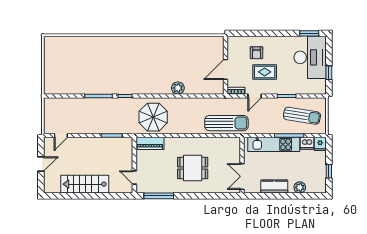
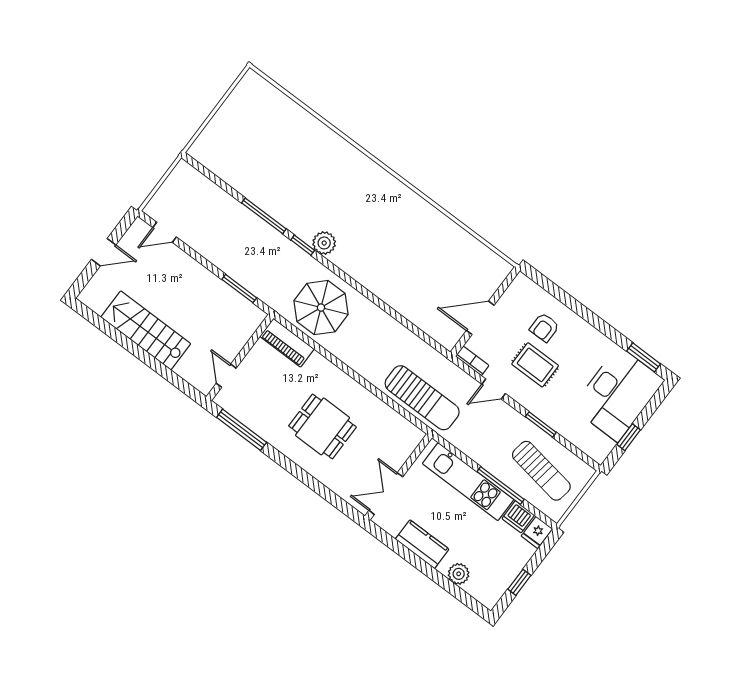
plant: (178, 88) -> (324, 243), moved

